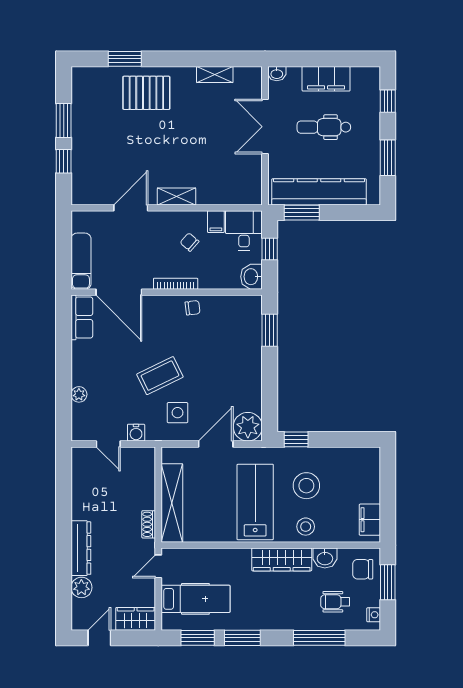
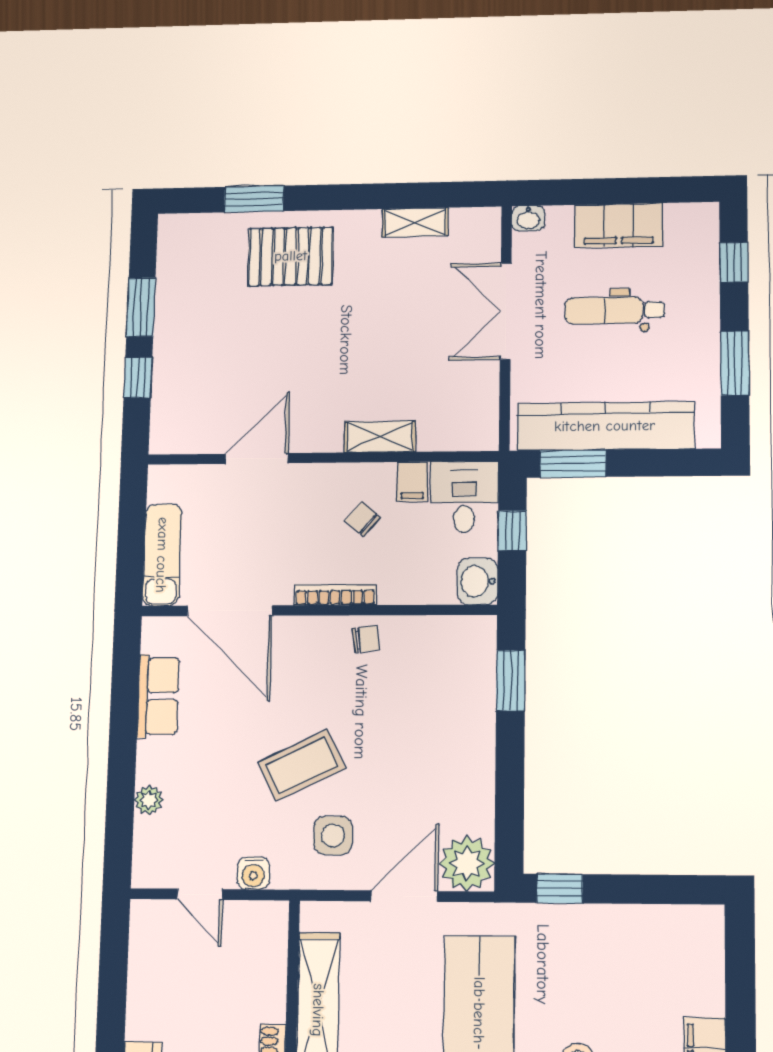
shelving: (177, 196) -> (380, 437), moved
row of seats: (82, 317) -> (158, 696), moved
stool: (306, 486) -> (579, 979), removed

